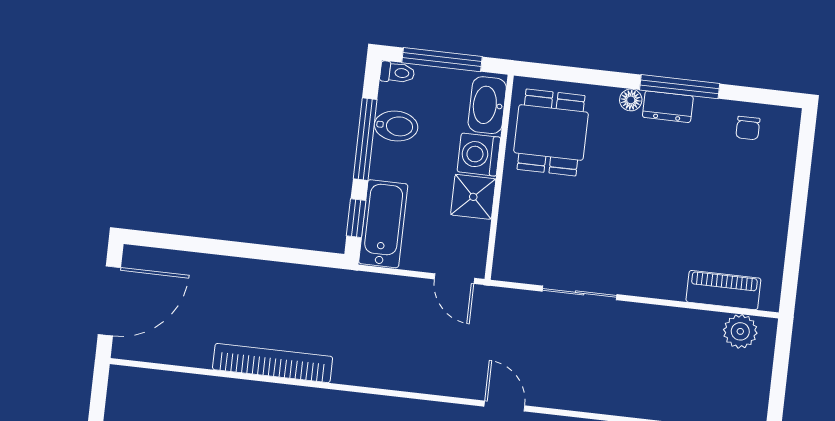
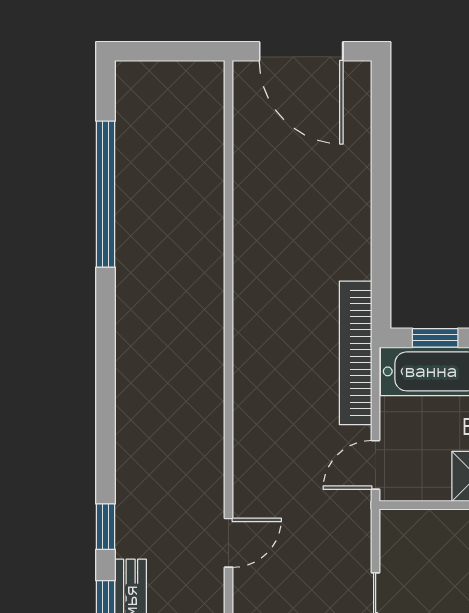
bookcase: (273, 363) -> (356, 353), moved, turned 180

